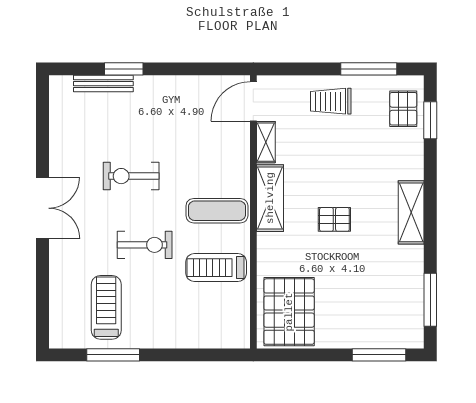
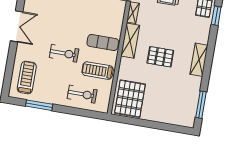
exercise bike: (131, 176) -> (82, 94), moved, turned 180
pallet: (334, 219) -> (160, 57), width x1.50, depth x1.42
treadmill: (106, 307) -> (27, 77), moved
window: (379, 355) -> (171, 128), removed

